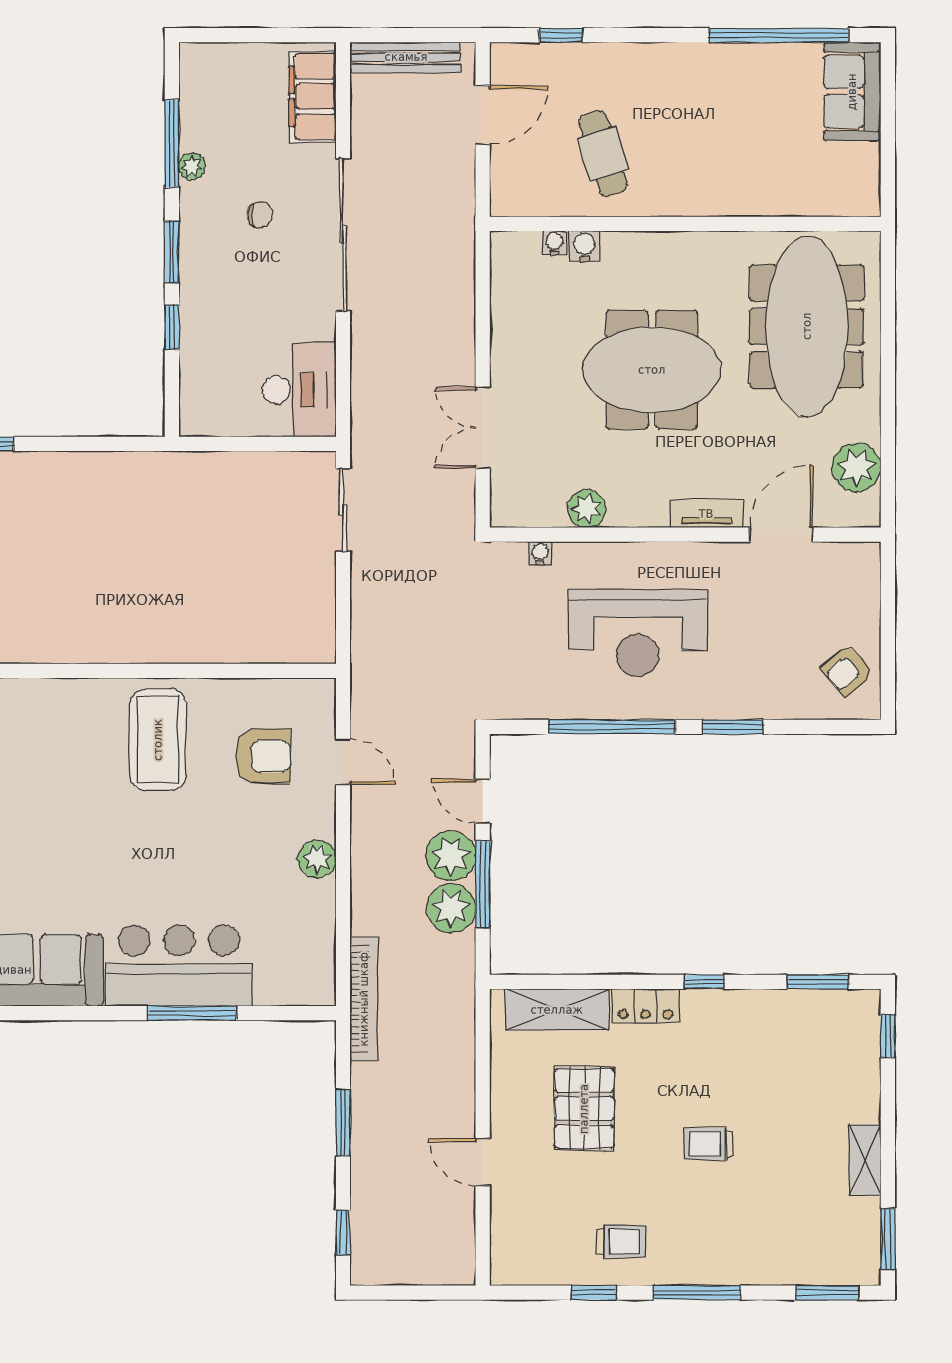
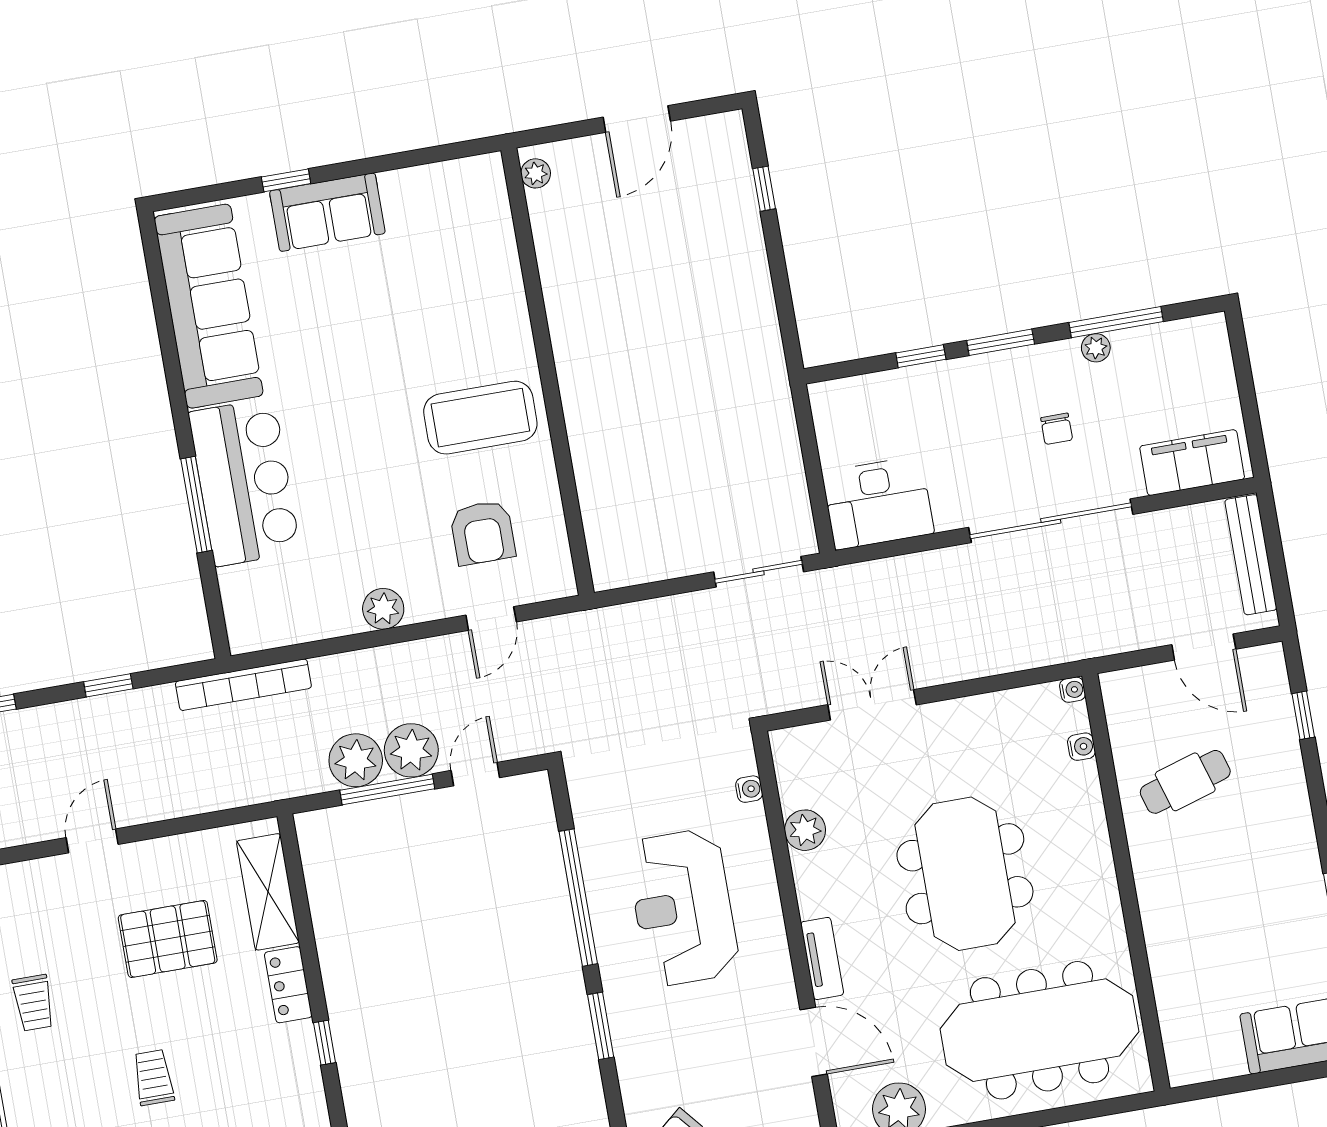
water cooler: (585, 246) -> (1073, 690), moved, width x0.72, depth x0.72
window: (343, 1122) -> (108, 685), width x0.67

